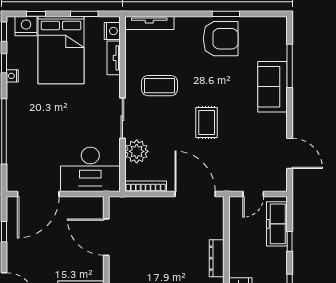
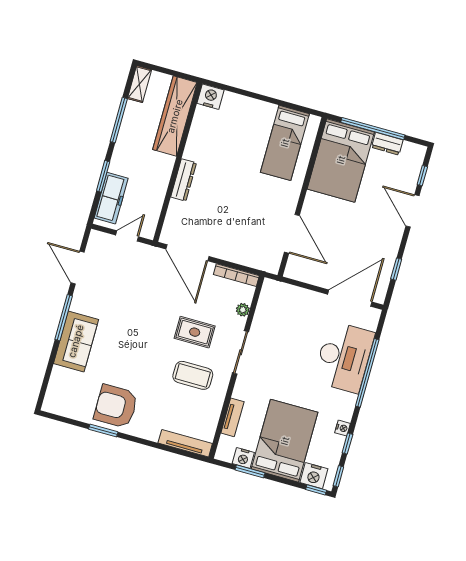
window: (36, 14) -> (316, 490), moved
nightstand: (112, 31) -> (243, 458), moved, turned -90
window: (290, 66) -> (64, 318), moved
rug: (207, 122) -> (195, 332), moved, turned 90
plant: (137, 151) -> (243, 310), width x0.53, depth x0.53
desk: (90, 169) -> (344, 357), moved, turned 90
window: (290, 241) -> (103, 176), width x1.50

